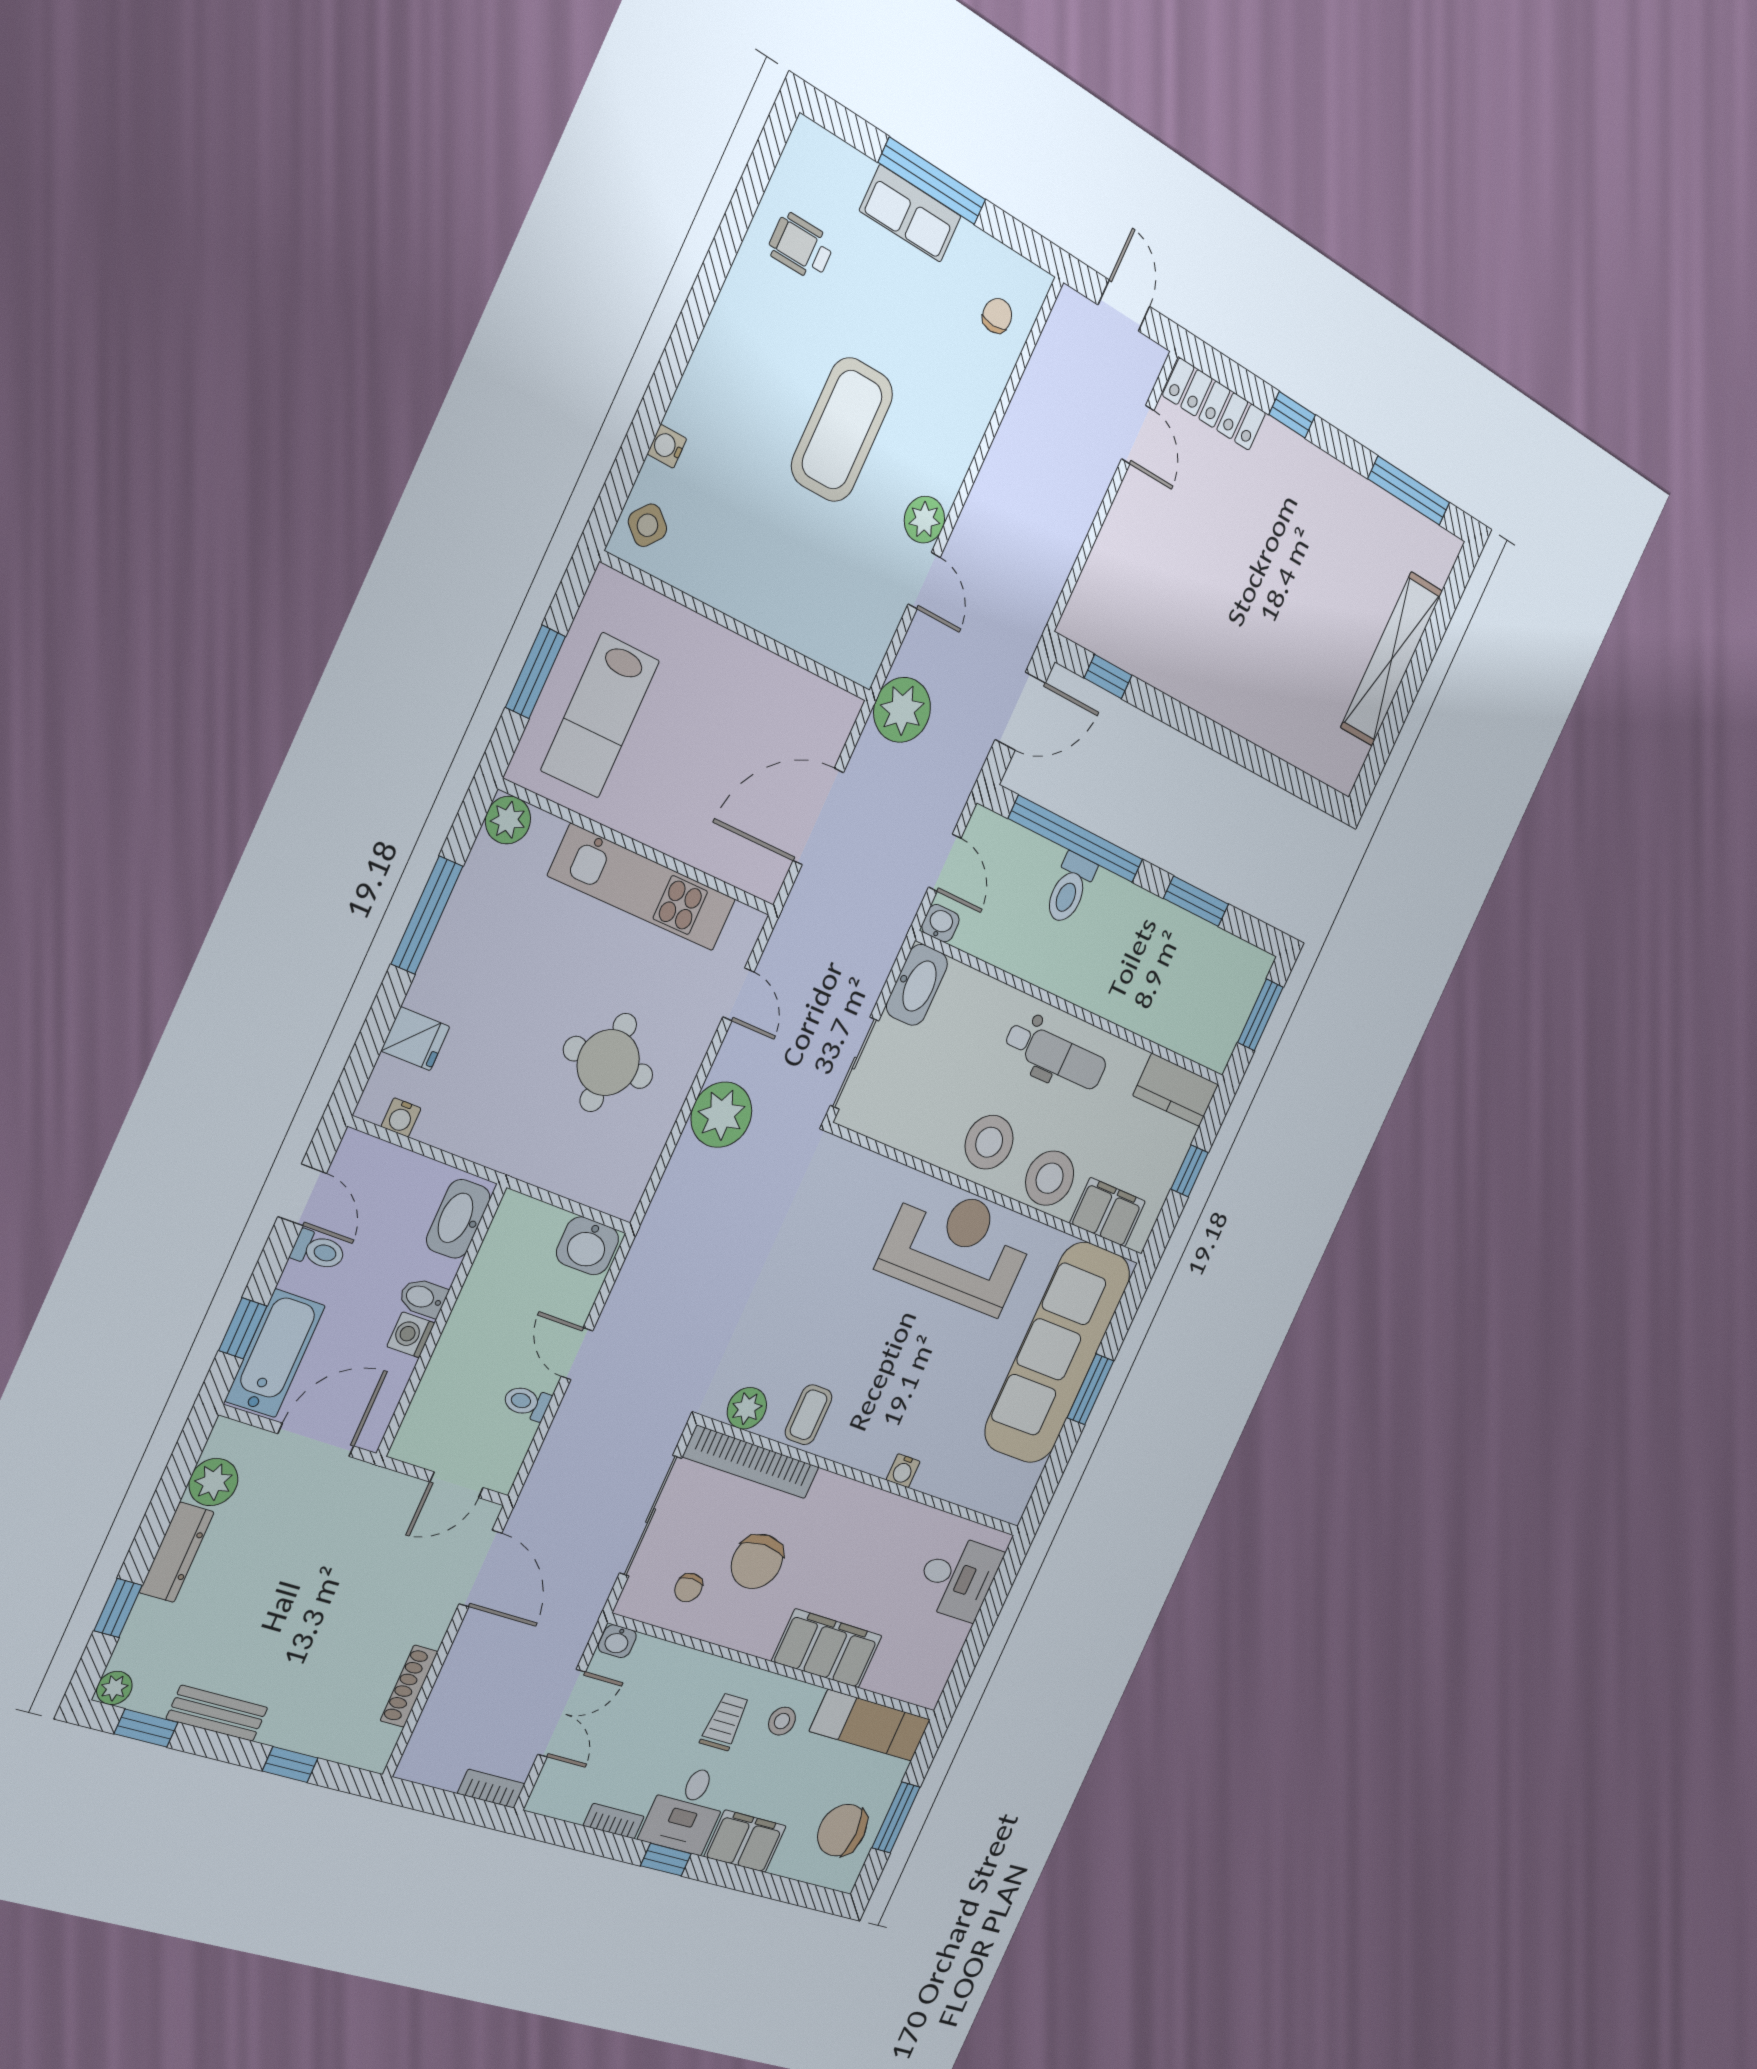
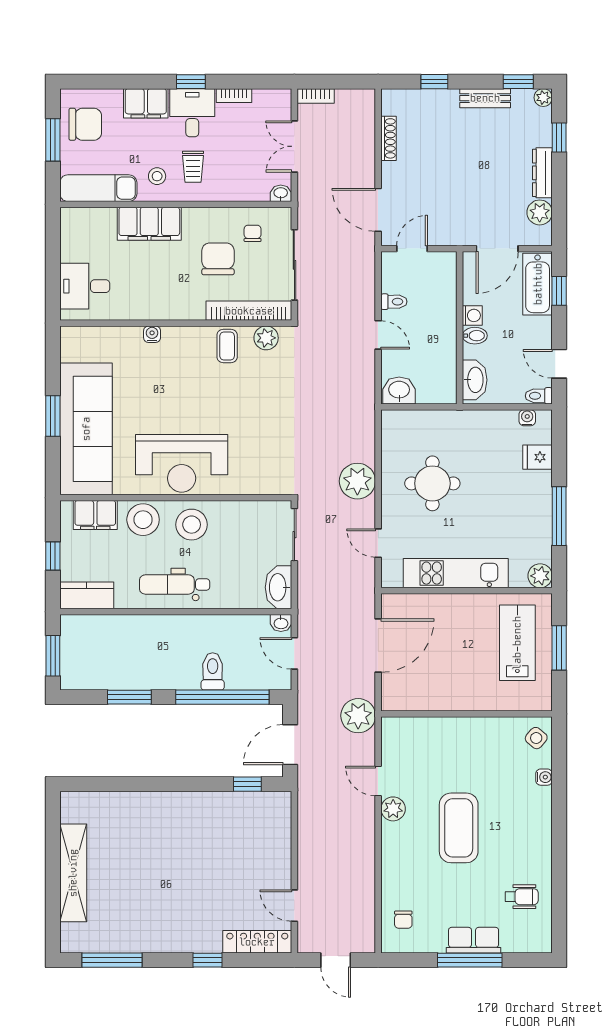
toilet: (319, 1251) -> (539, 396), moved

